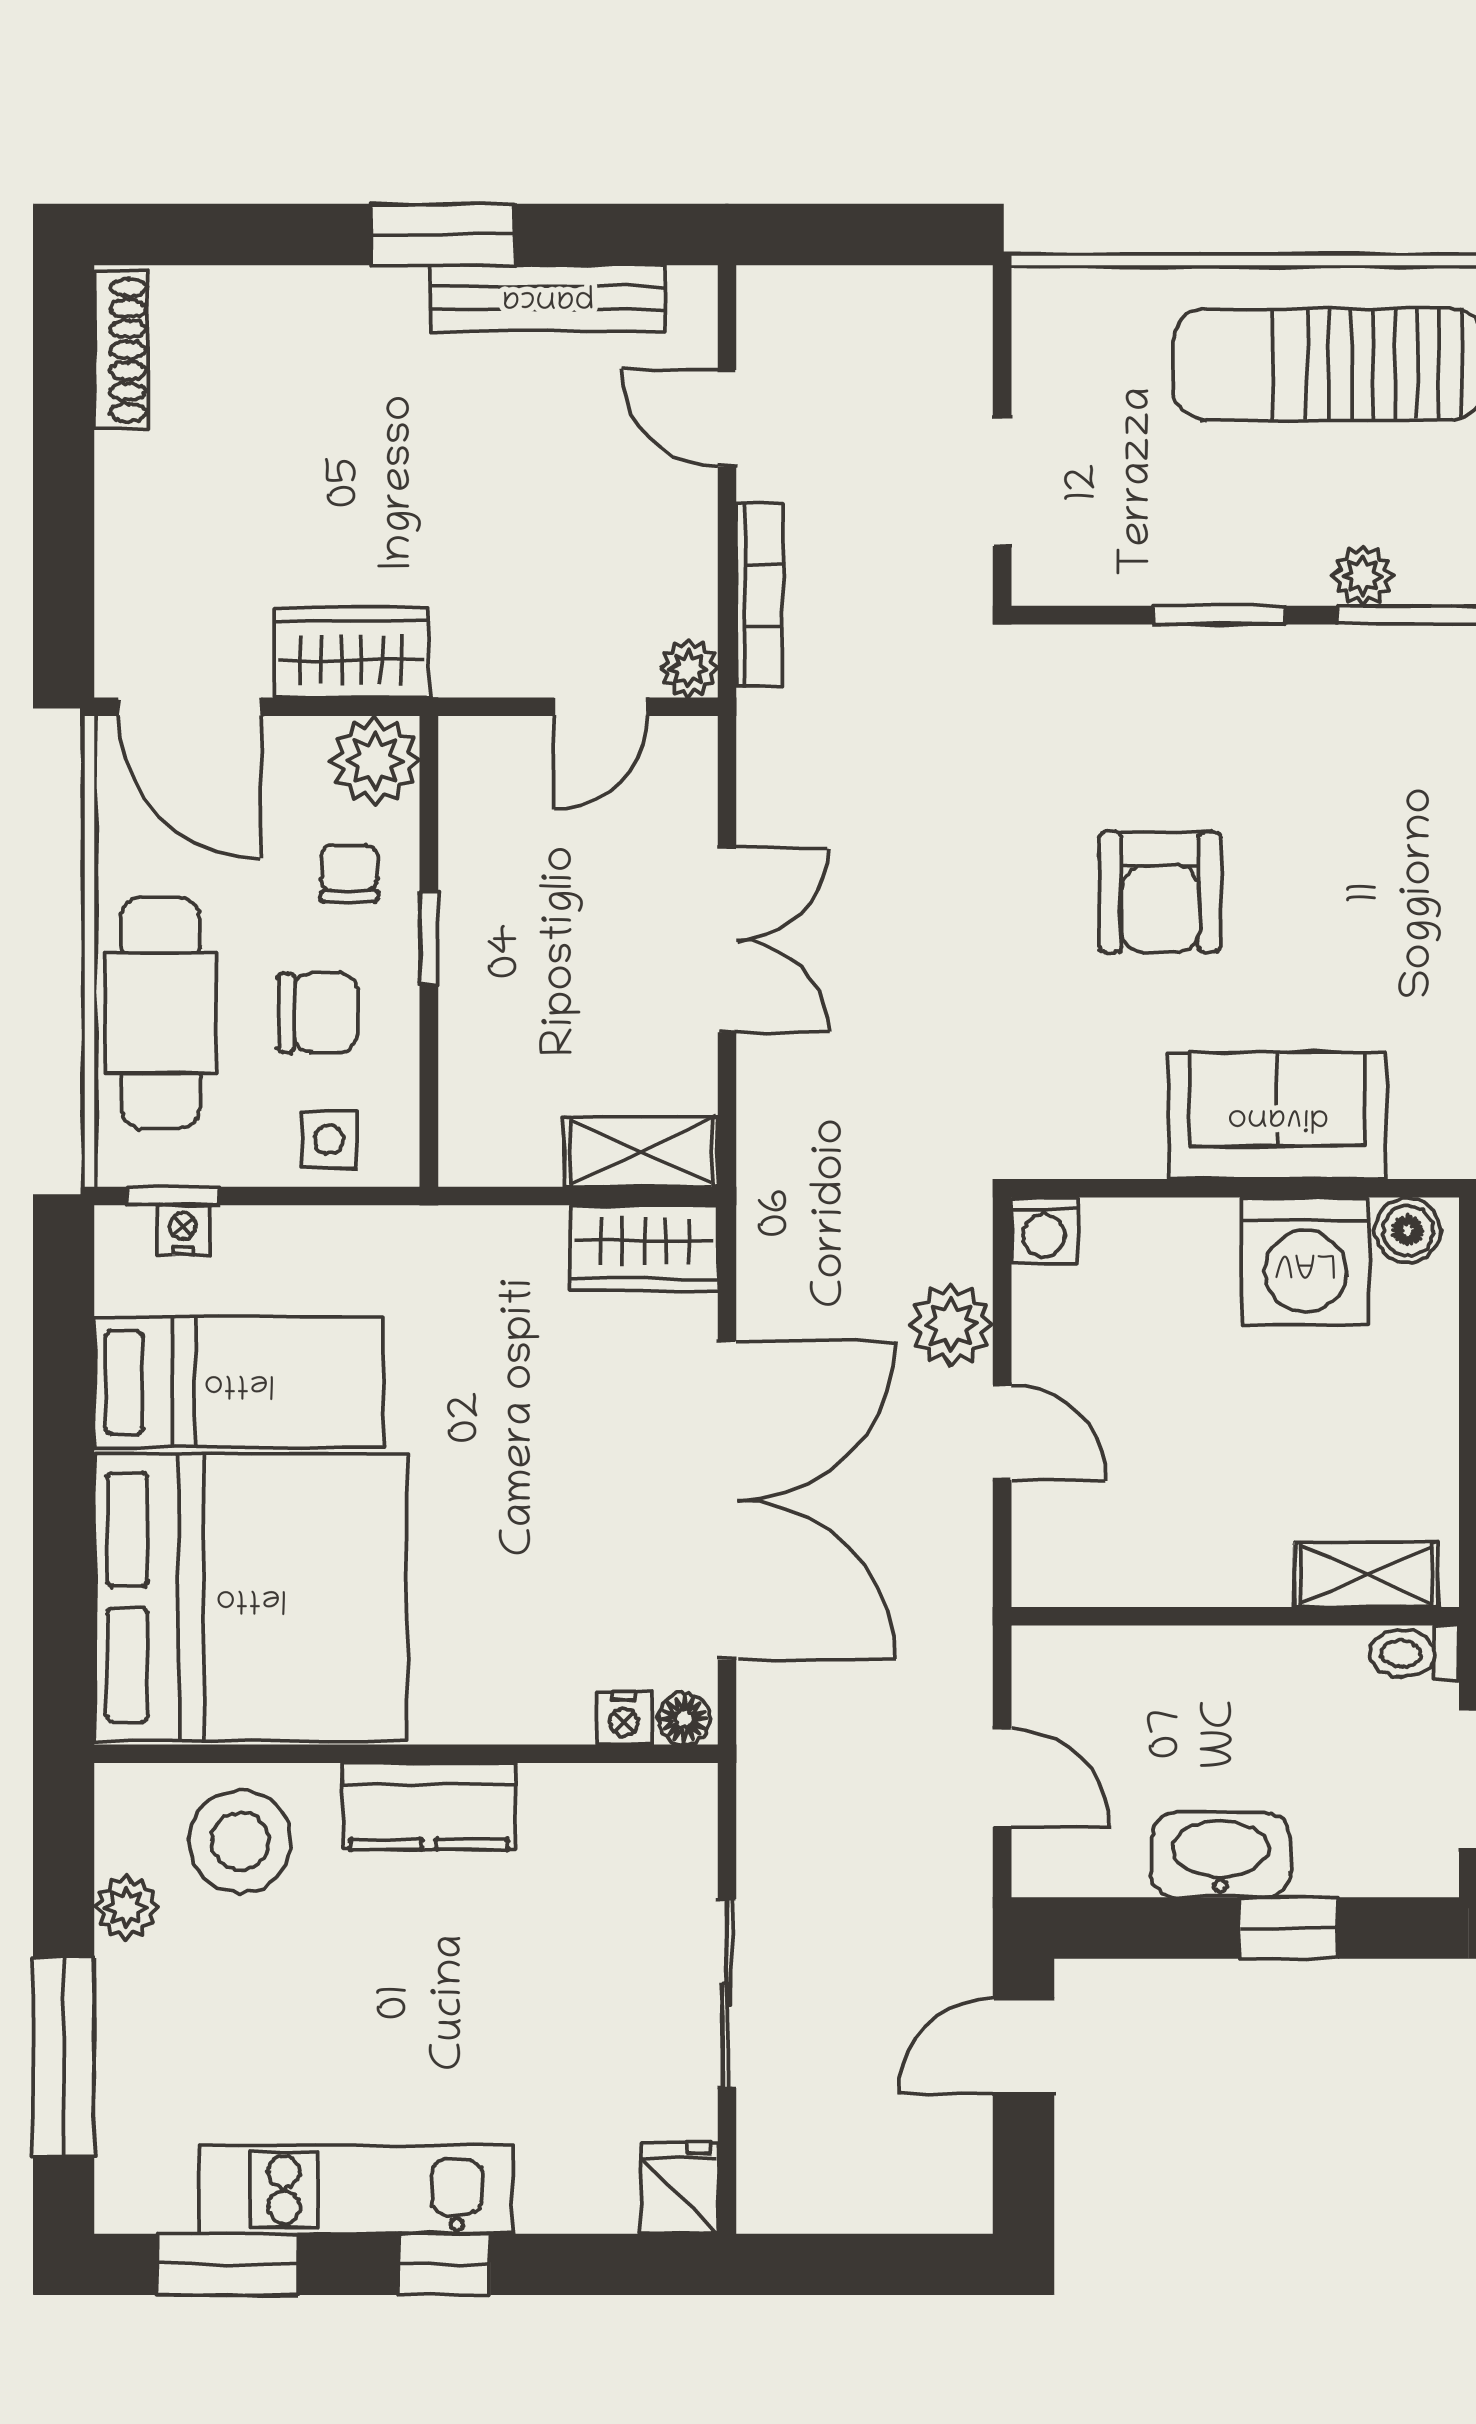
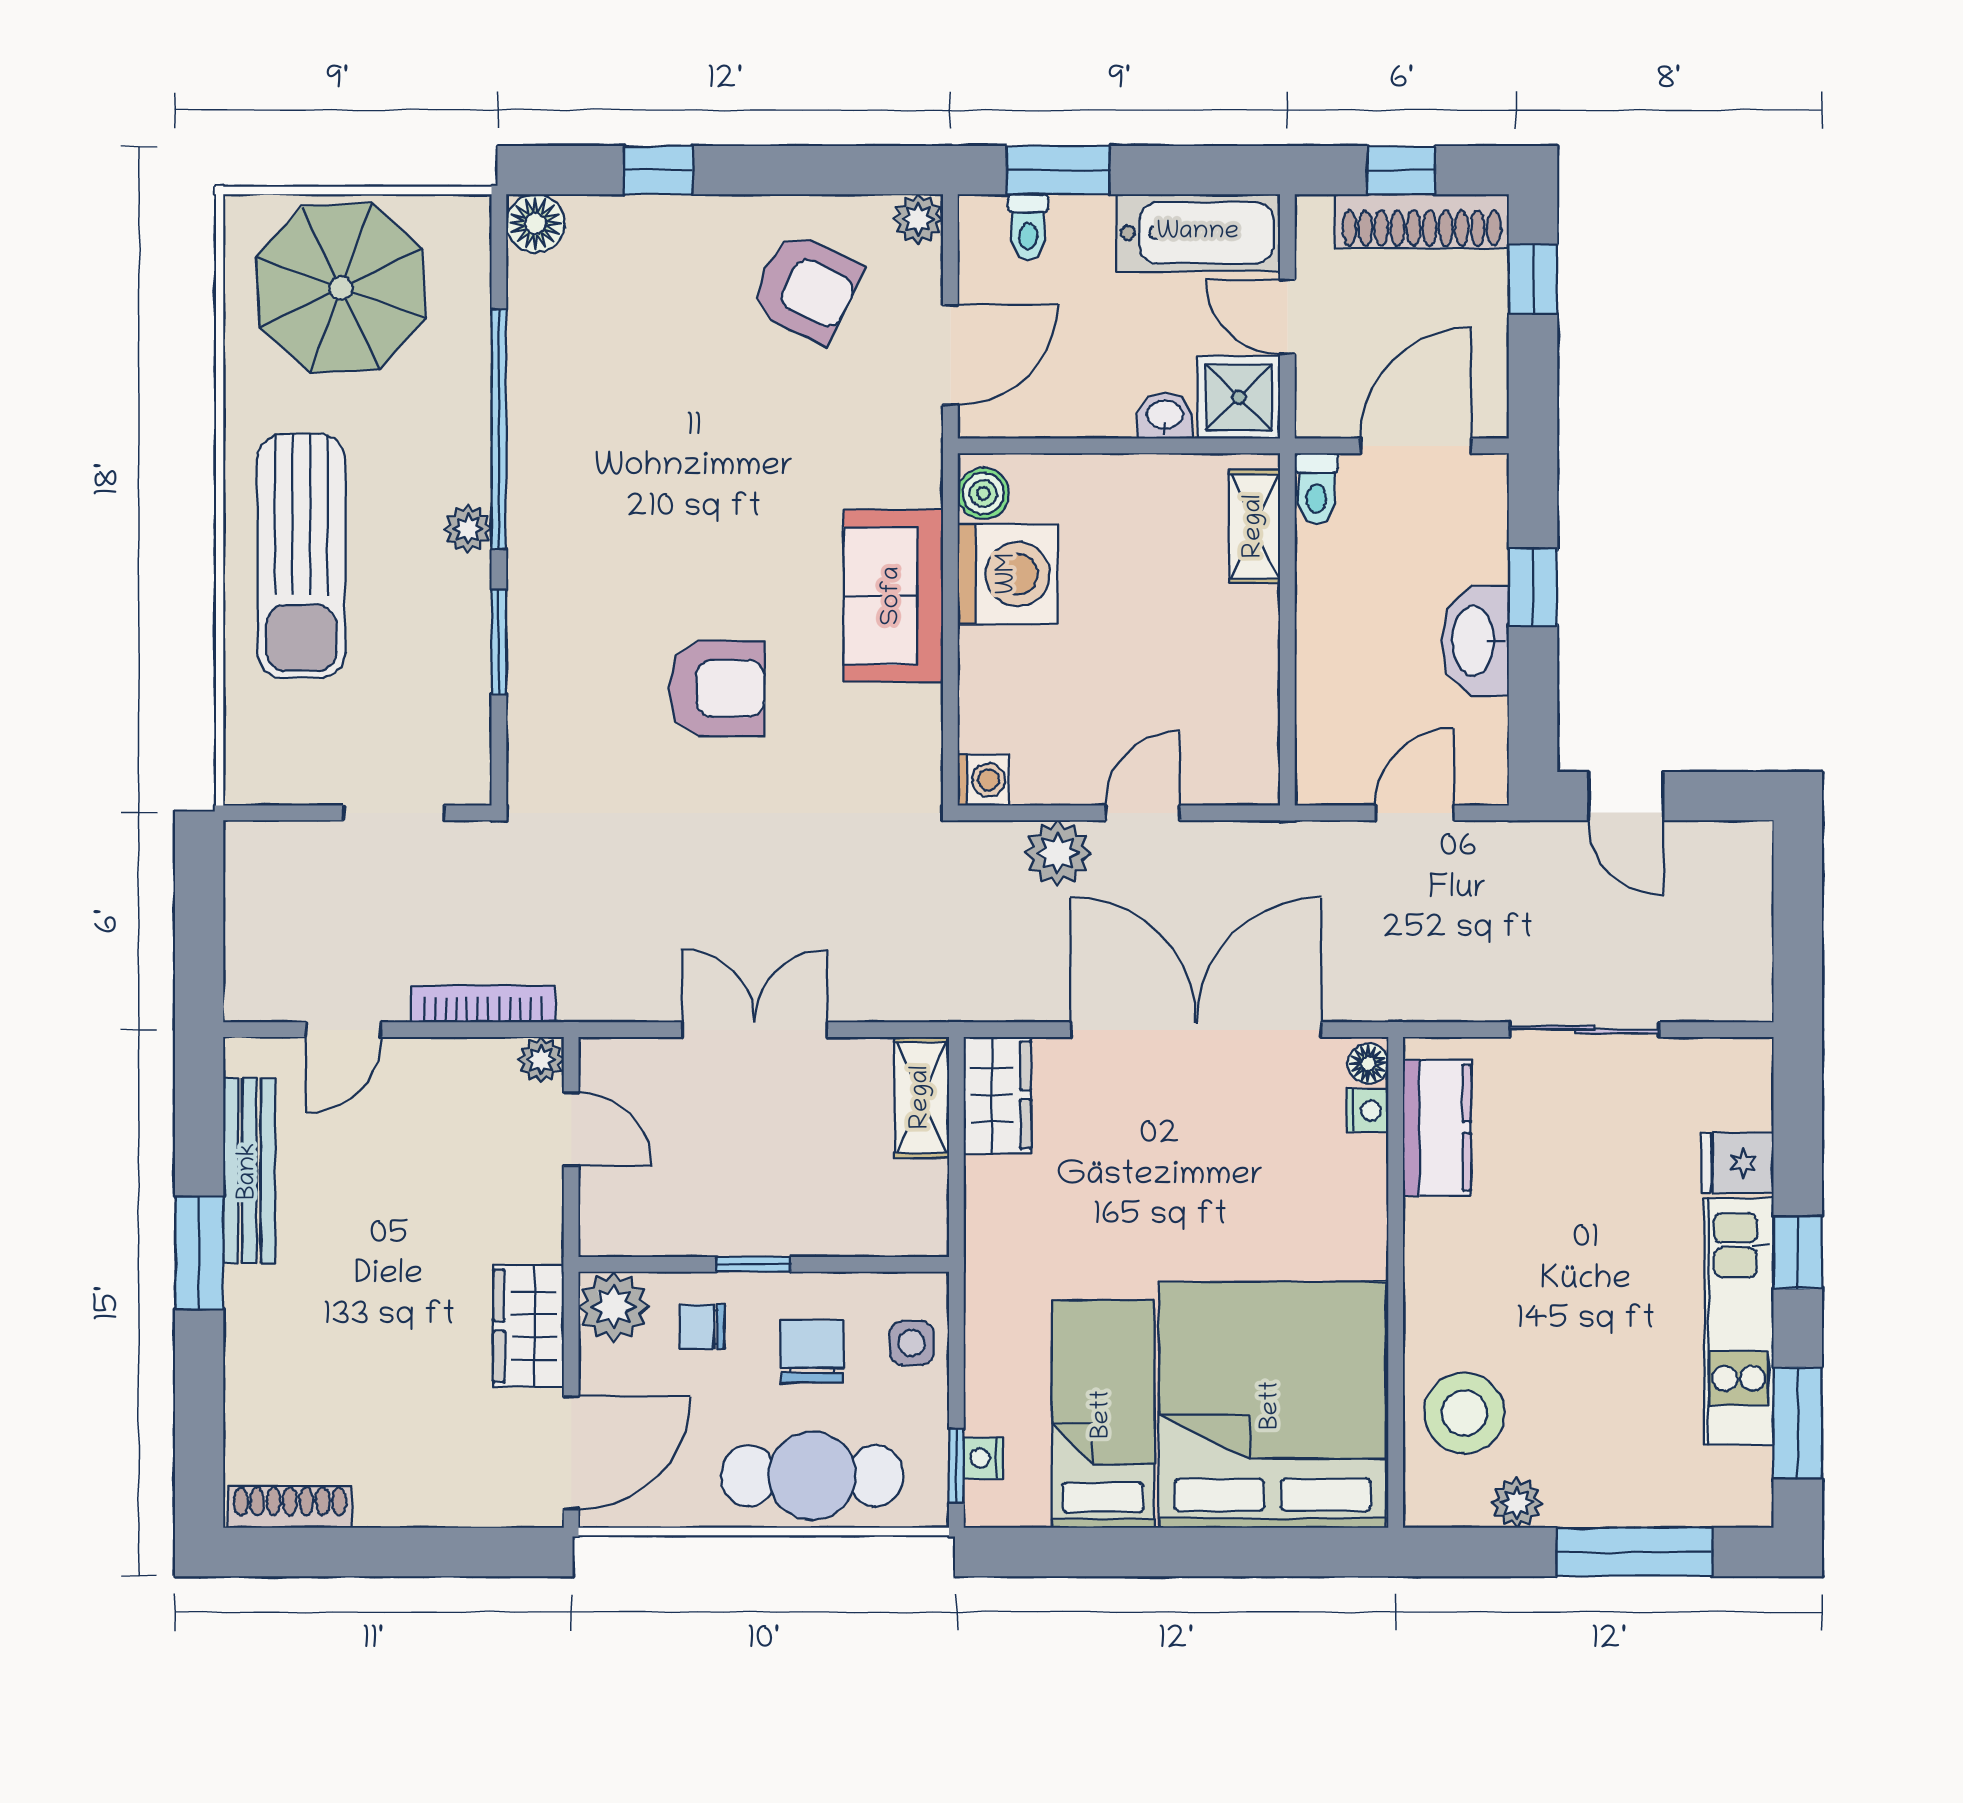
kitchen counter: (429, 1806) -> (1437, 1128), moved
fridge: (679, 2188) -> (1737, 1163), moved

